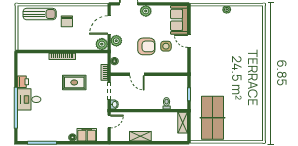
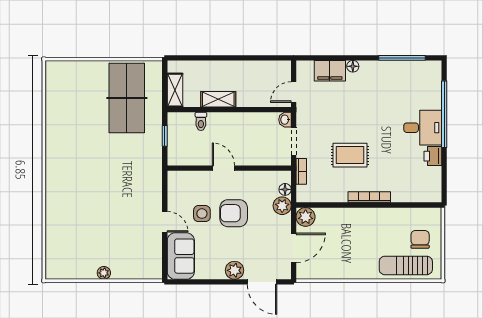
chair: (67, 21) -> (420, 239), moved
plant: (116, 41) -> (282, 206), moved
door: (137, 74) -> (223, 168), moved
shelving: (140, 136) -> (218, 99), moved

